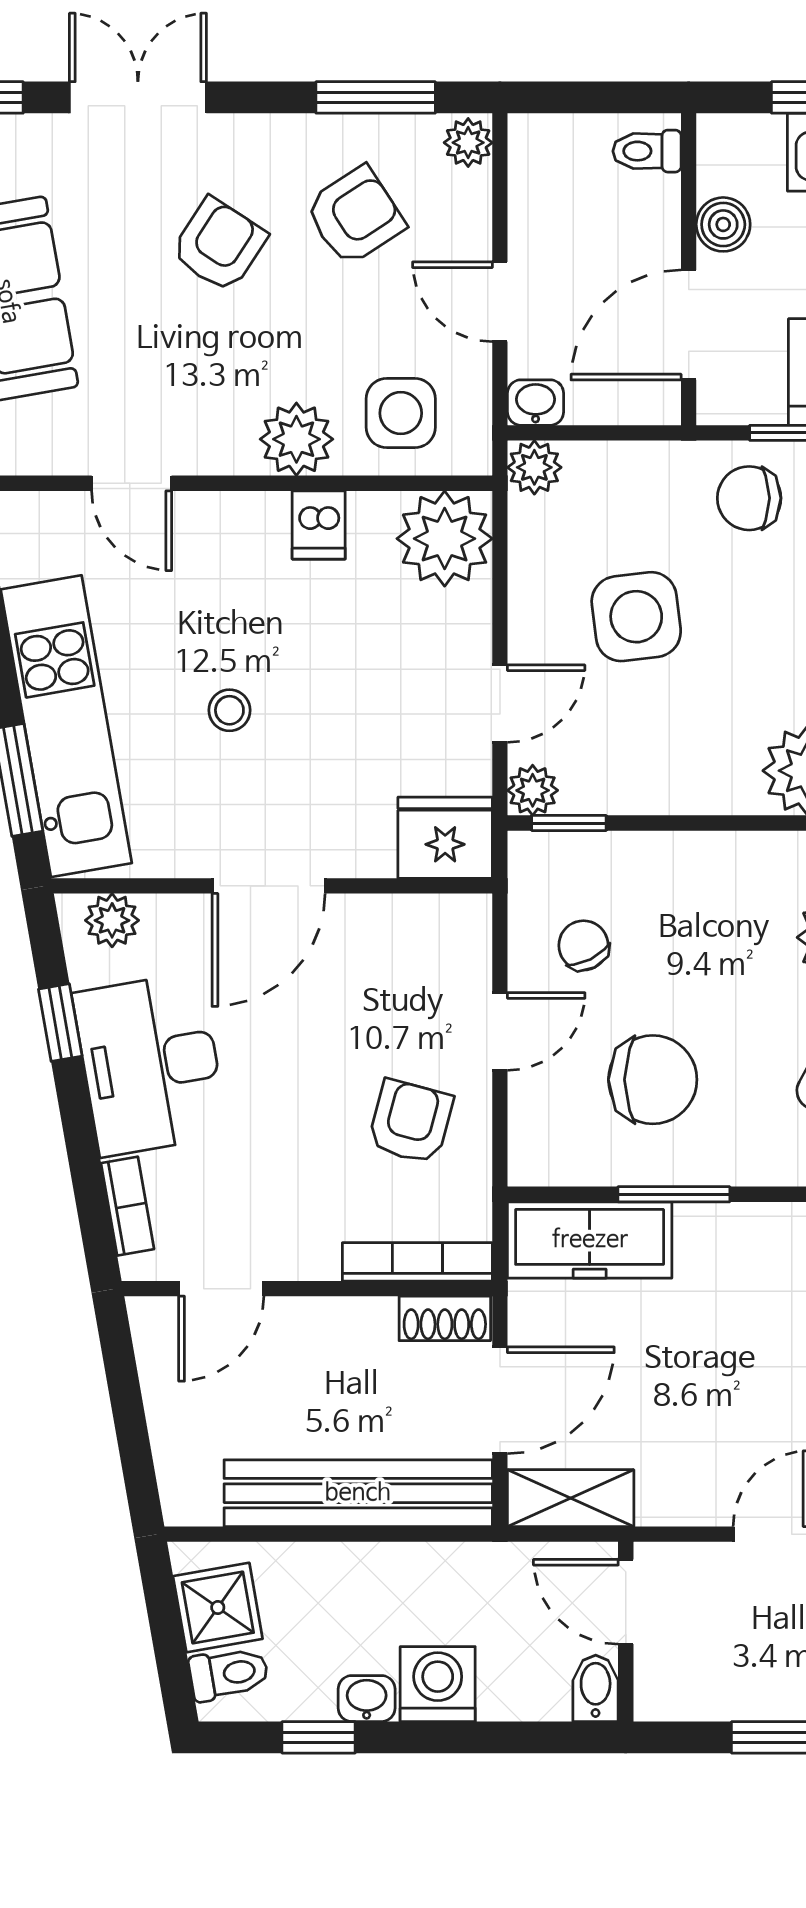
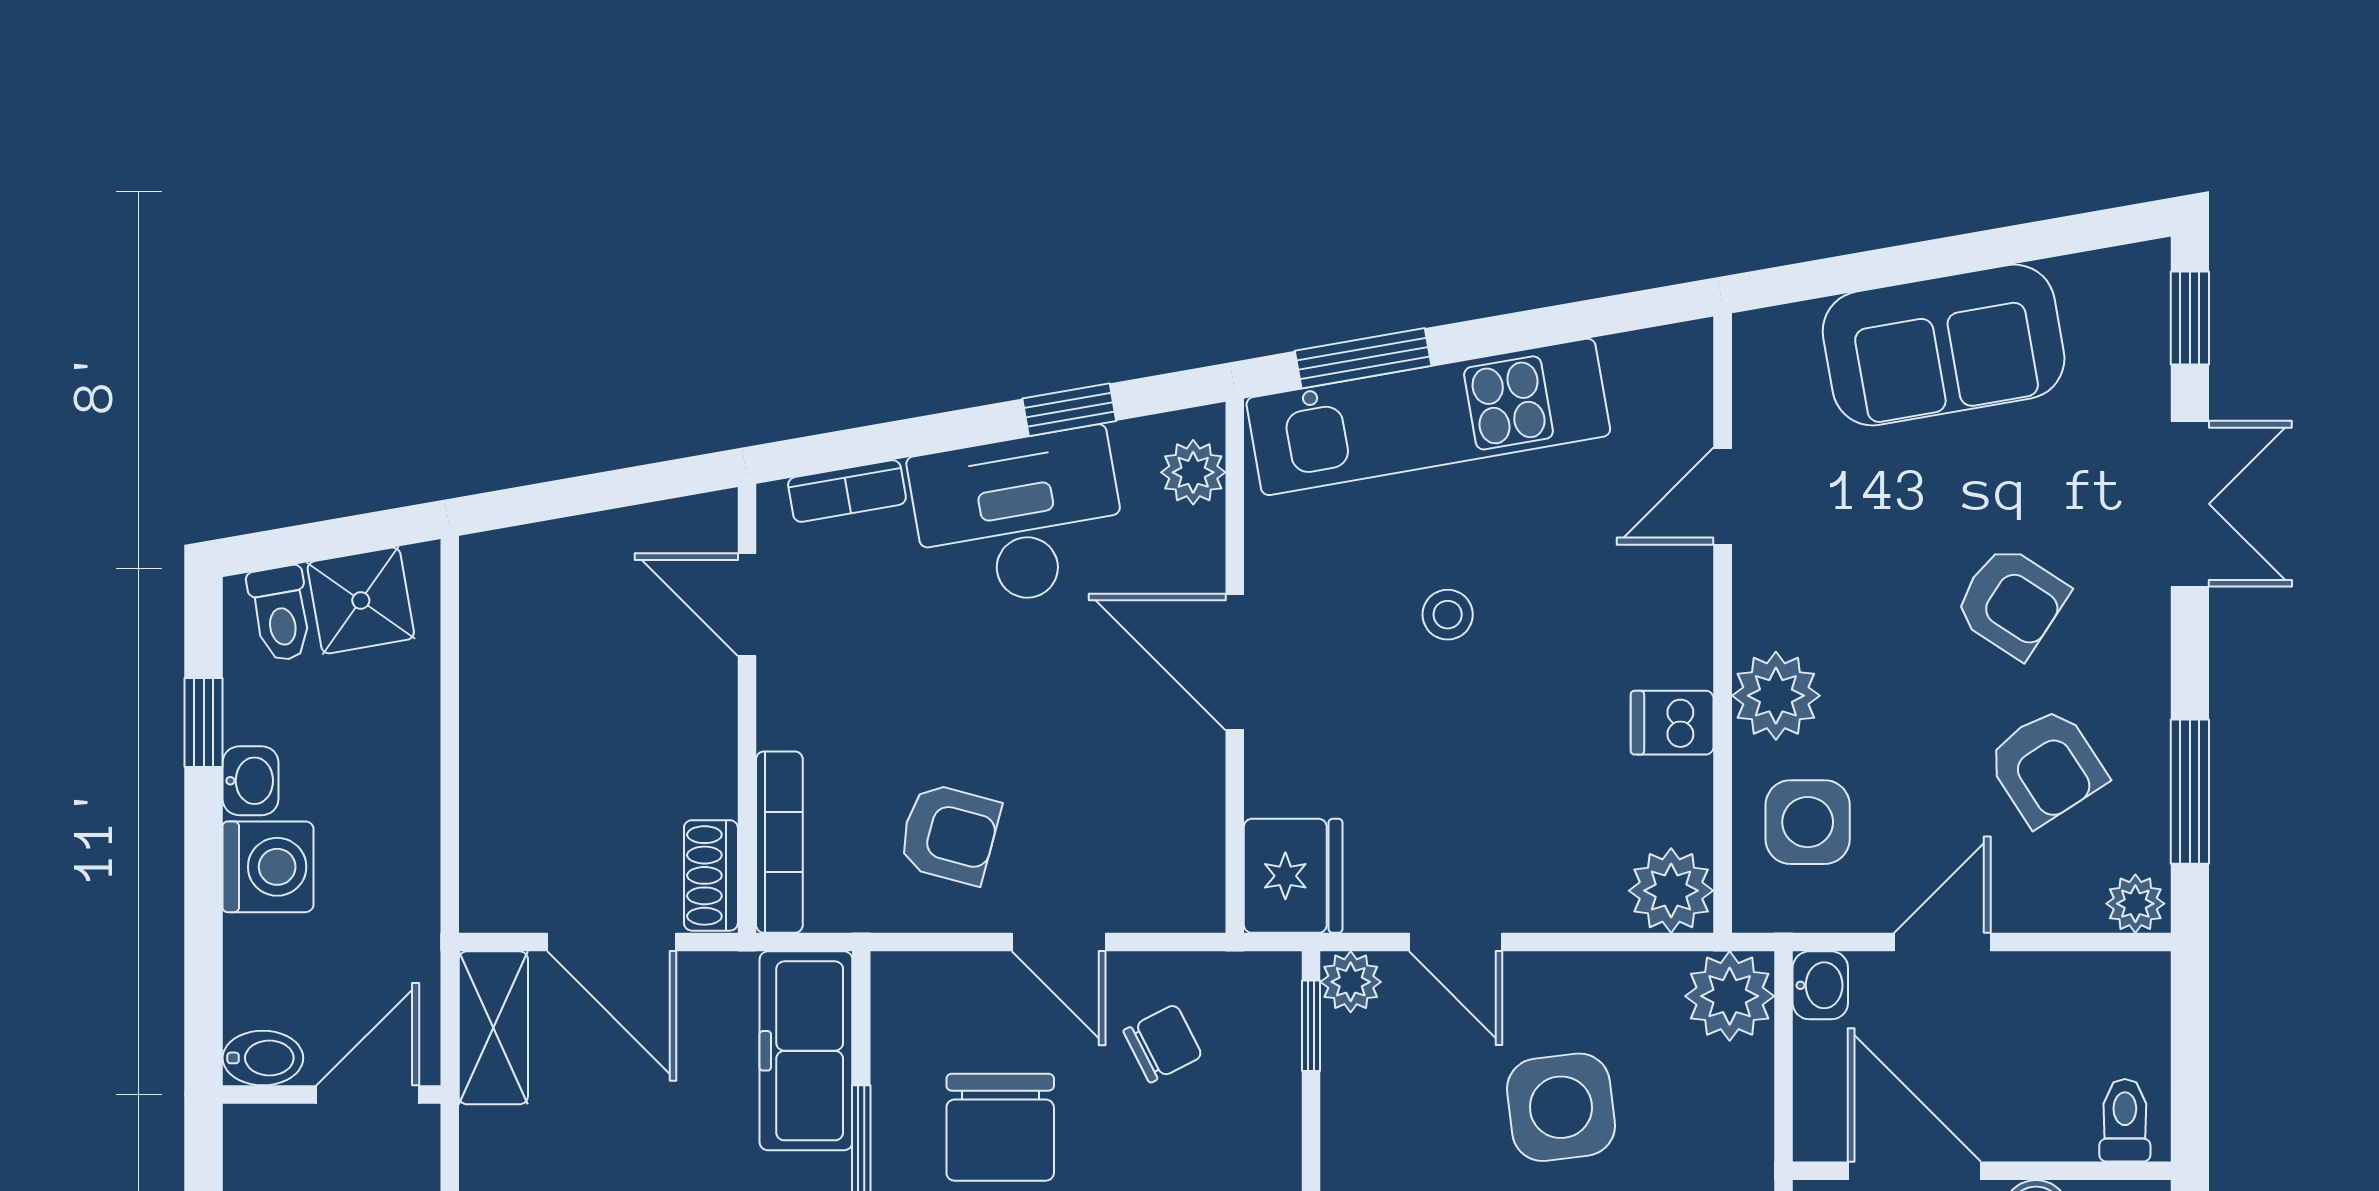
plant: (534, 467) -> (1730, 996), width x1.38, depth x1.38
plant: (445, 539) -> (1671, 891), width x0.73, depth x0.73
bench: (358, 1493) -> (499, 770), removed

